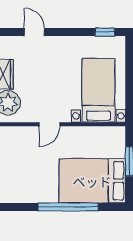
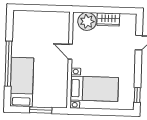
bed: (92, 181) -> (22, 82), width x0.67

